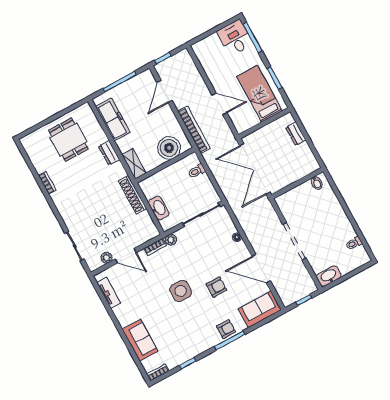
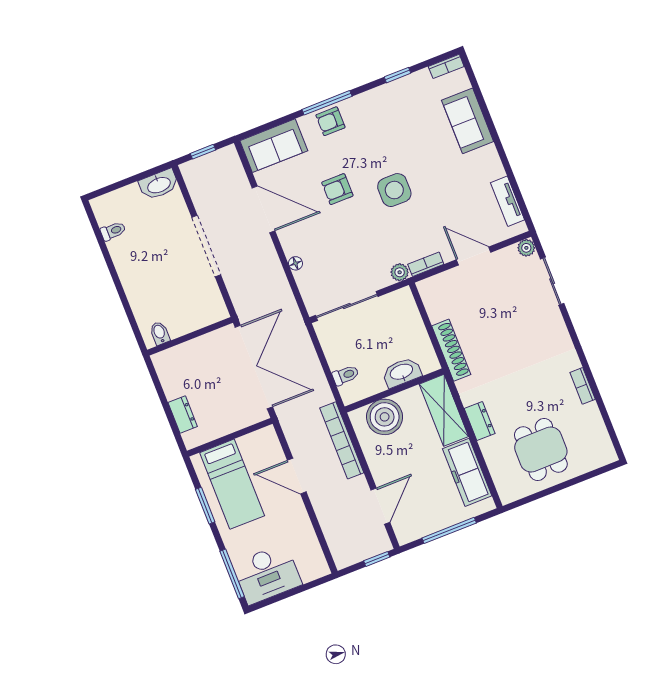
desk: (235, 38) -> (267, 574), width x1.37
shelving: (134, 164) -> (444, 410), width x1.50, depth x1.33
washbasin: (159, 208) -> (402, 372), moved, turned 90
plant: (107, 258) -> (526, 248), moved

